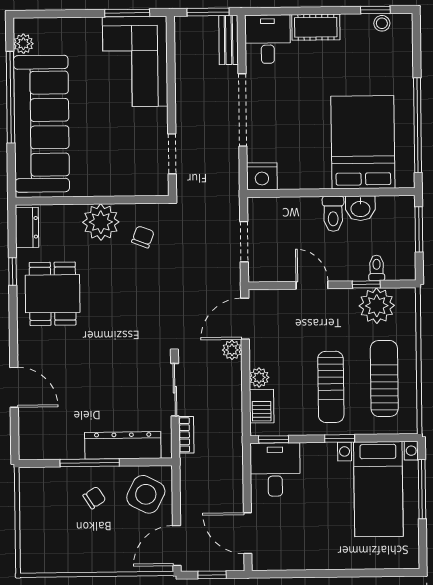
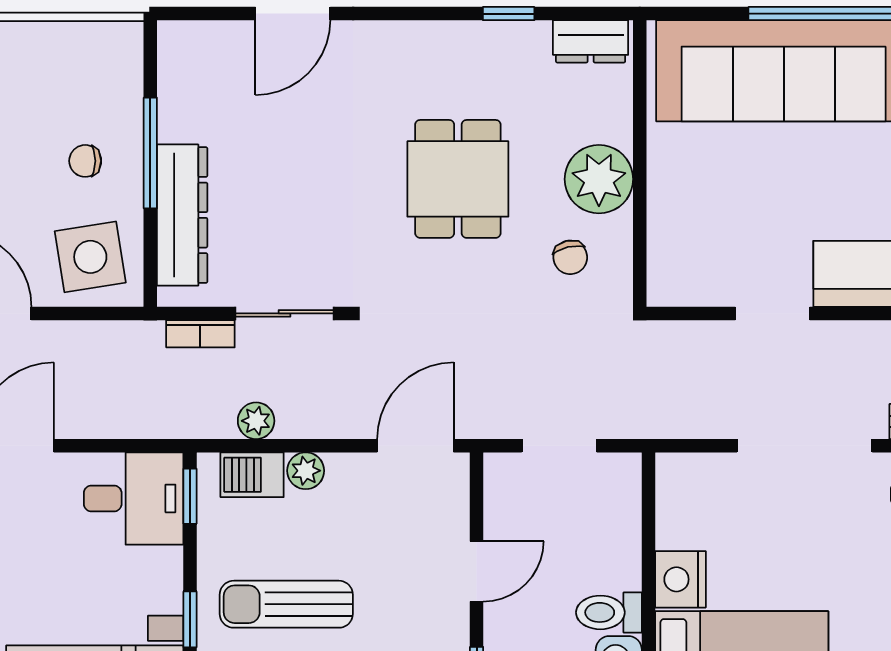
doorway: (172, 154) -> (773, 313), moved
nightstand: (262, 176) -> (680, 579), moved
chair: (143, 237) -> (570, 257), turned 56
dining table: (53, 294) -> (458, 179), moved, turned 90
door: (245, 319) -> (415, 446), hinge flipped
plant: (232, 350) -> (256, 421), moved
side table: (146, 494) -> (90, 257), turned -36
chair: (94, 498) -> (85, 161), turned 123

